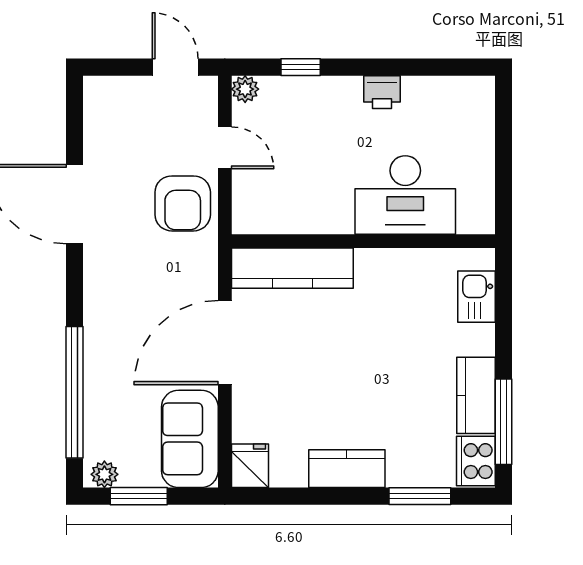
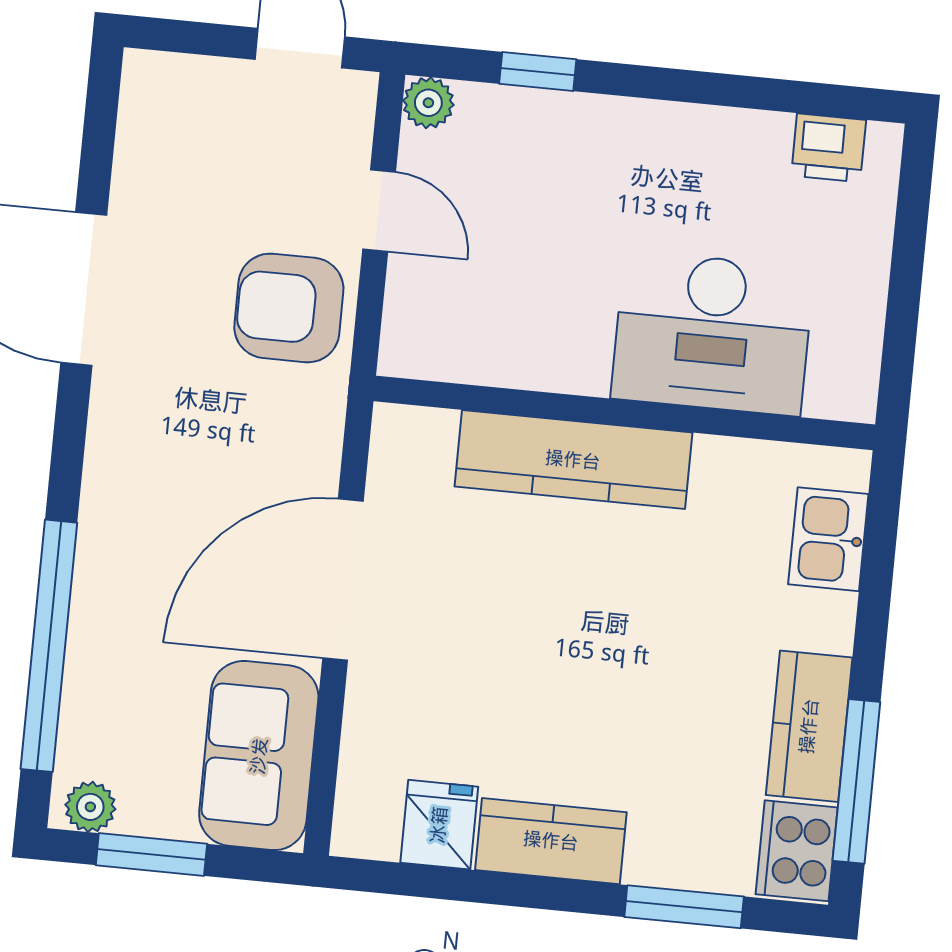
printer: (382, 92) -> (829, 148), moved
armchair: (183, 203) -> (289, 308), turned 90
kitchen counter: (292, 268) -> (573, 460), moved
fridge: (250, 466) -> (439, 825), moved

